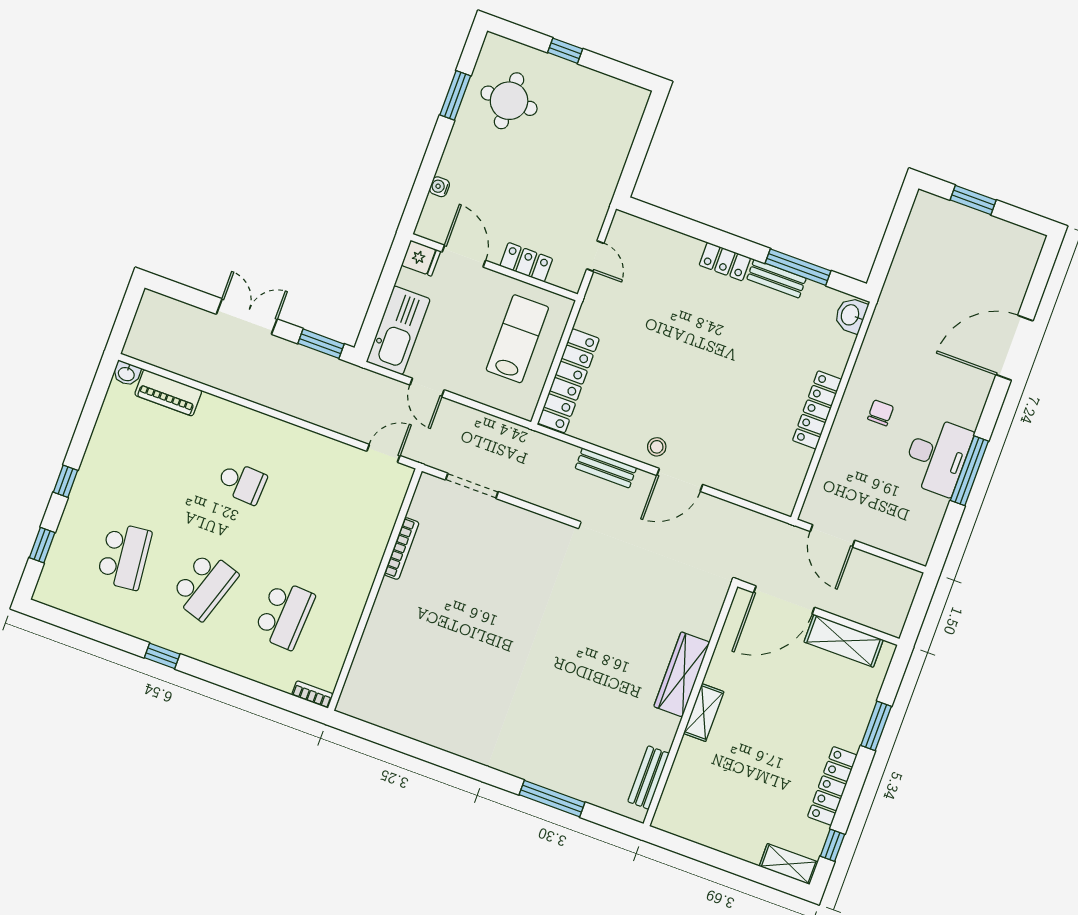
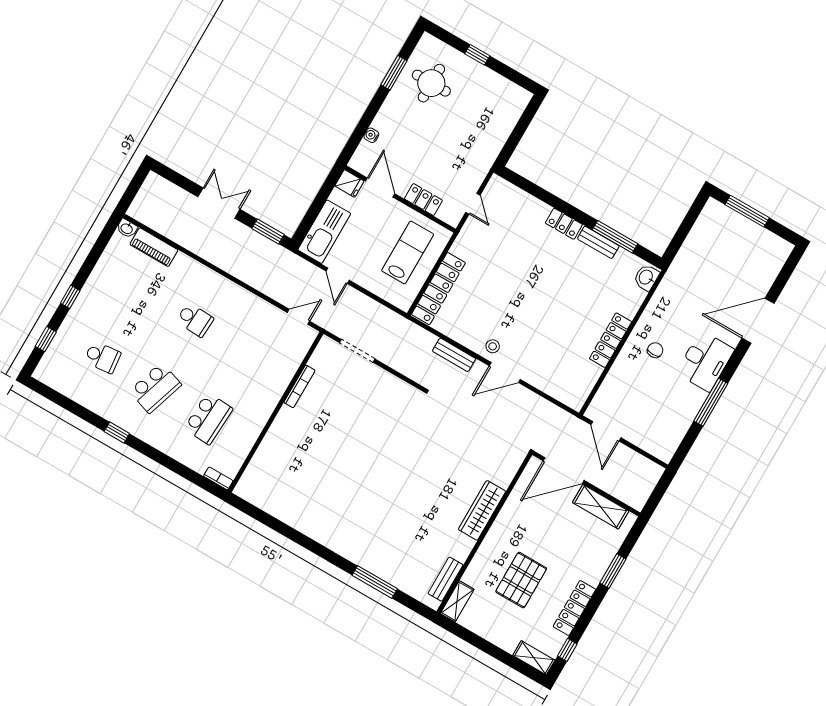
window: (973, 200) -> (747, 211), width x1.44
desk: (937, 456) -> (705, 361), moved
school desk: (124, 556) -> (102, 357), width x0.54
shelving: (704, 713) -> (457, 601), moved
pallet: (752, 760) -> (521, 580), added

